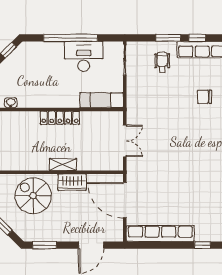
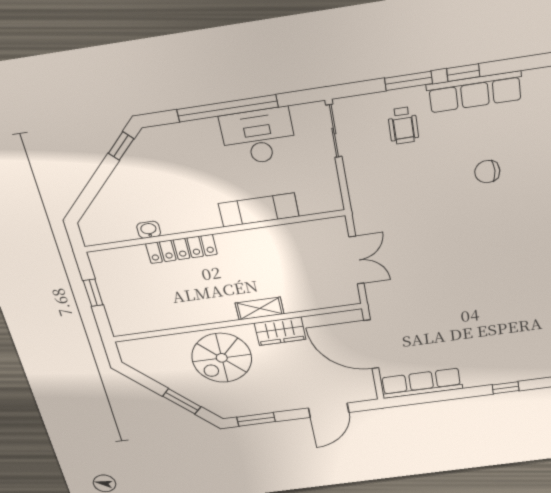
wheelchair: (162, 62) -> (403, 126), turned 180
exam couch: (101, 100) -> (259, 210), moved
locker: (60, 118) -> (182, 249), moved
spiral stairs: (33, 196) -> (222, 358), turned -90
row of seats: (160, 234) -> (421, 383), width x0.73

